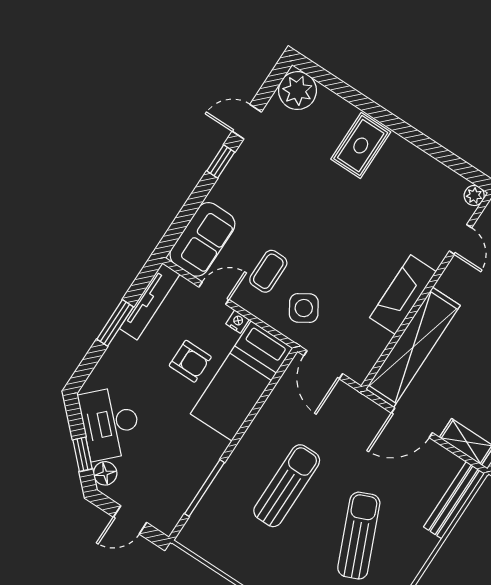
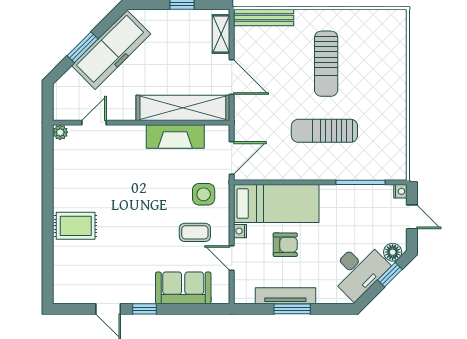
plant: (297, 91) -> (67, 289), removed
sofa: (202, 239) -> (183, 288), moved
fireplace: (403, 295) -> (175, 136), moved
tv unit: (150, 301) -> (285, 296), moved
side table: (304, 308) -> (204, 194), turned 32
armchair: (190, 361) -> (285, 245), turned 90
nightstand: (166, 525) -> (400, 191), added
sun lounger: (359, 536) -> (326, 64), turned -67

